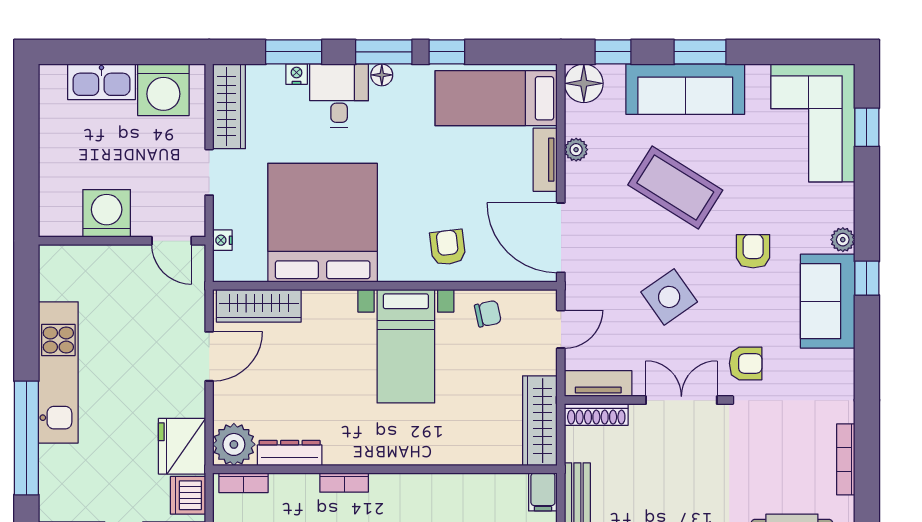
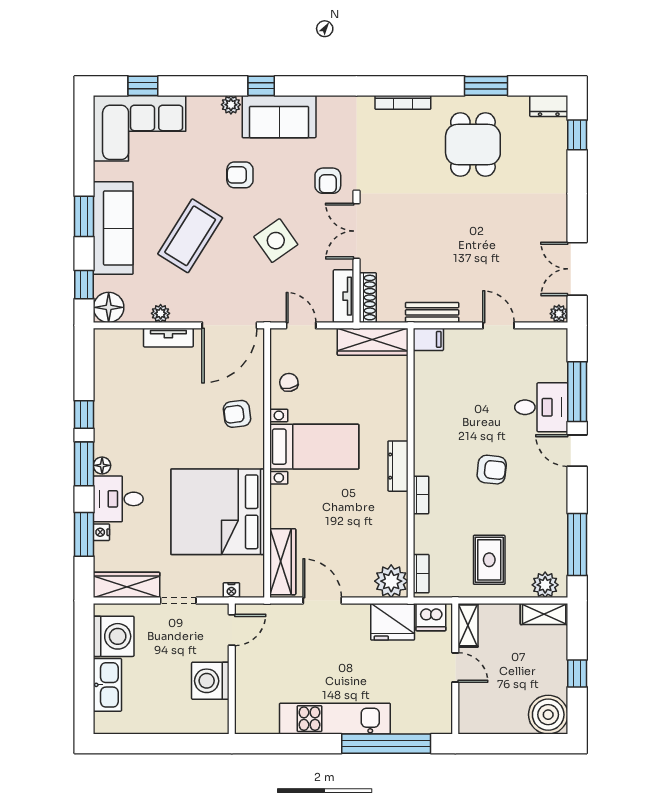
bed: (496, 98) -> (120, 376), removed
armchair: (746, 363) -> (328, 181), turned 180
dresser: (290, 453) -> (398, 466), moved

